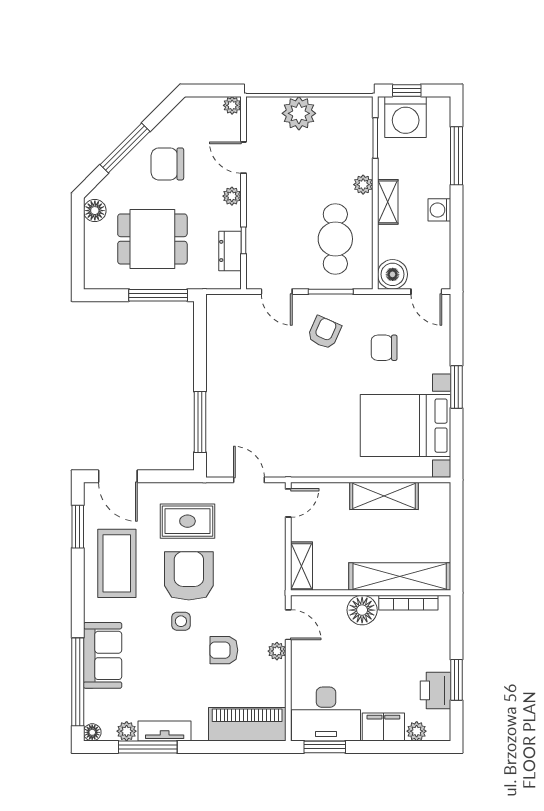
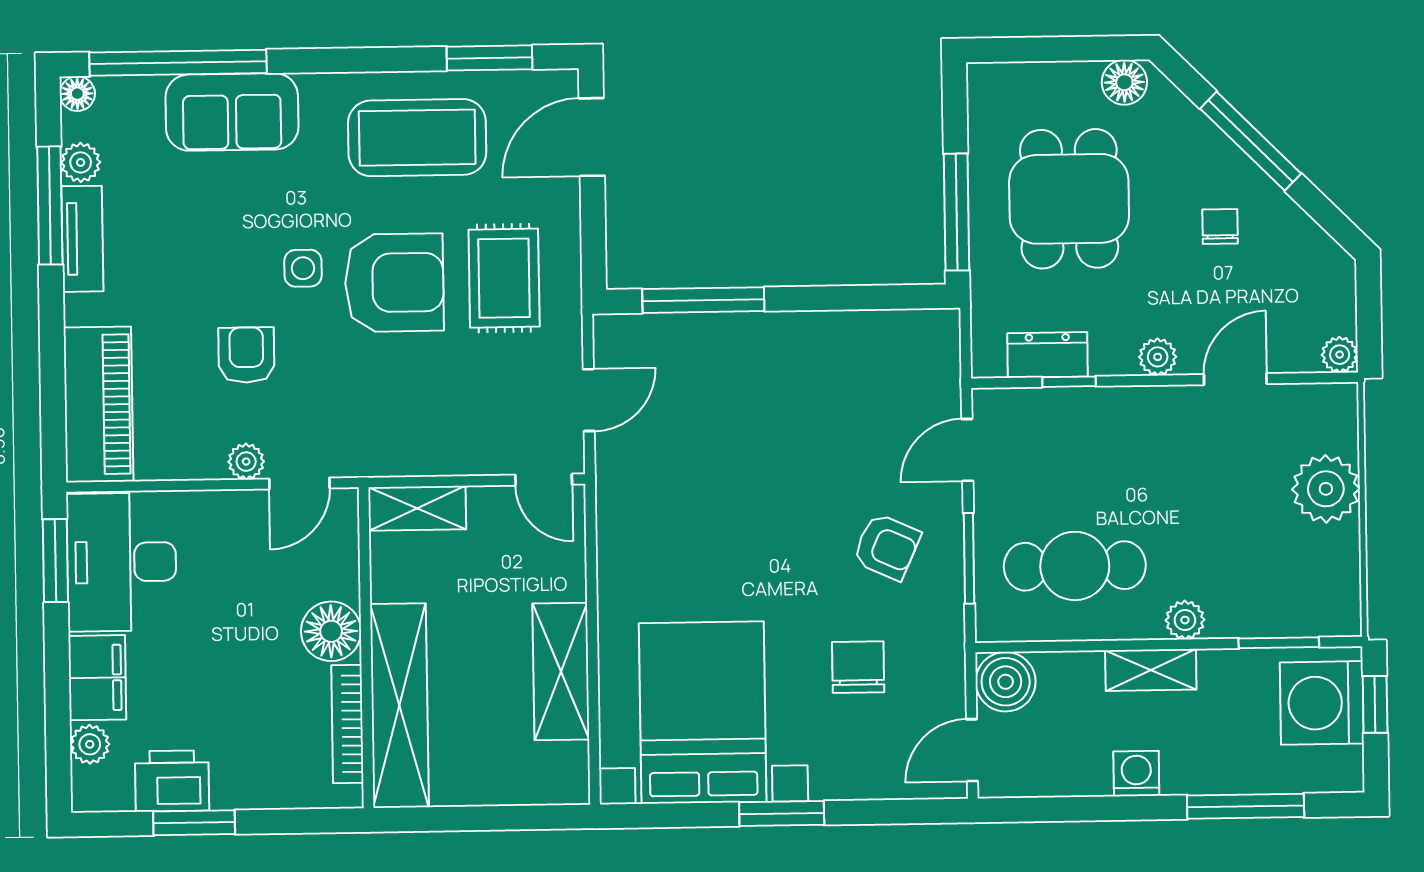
chair: (167, 164) -> (1220, 226), width x0.54, depth x0.54

